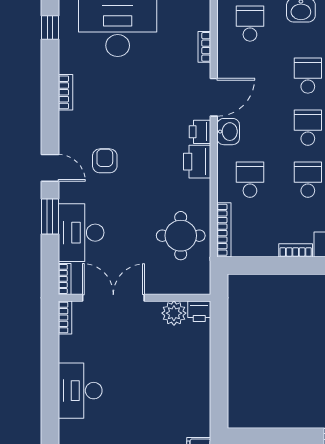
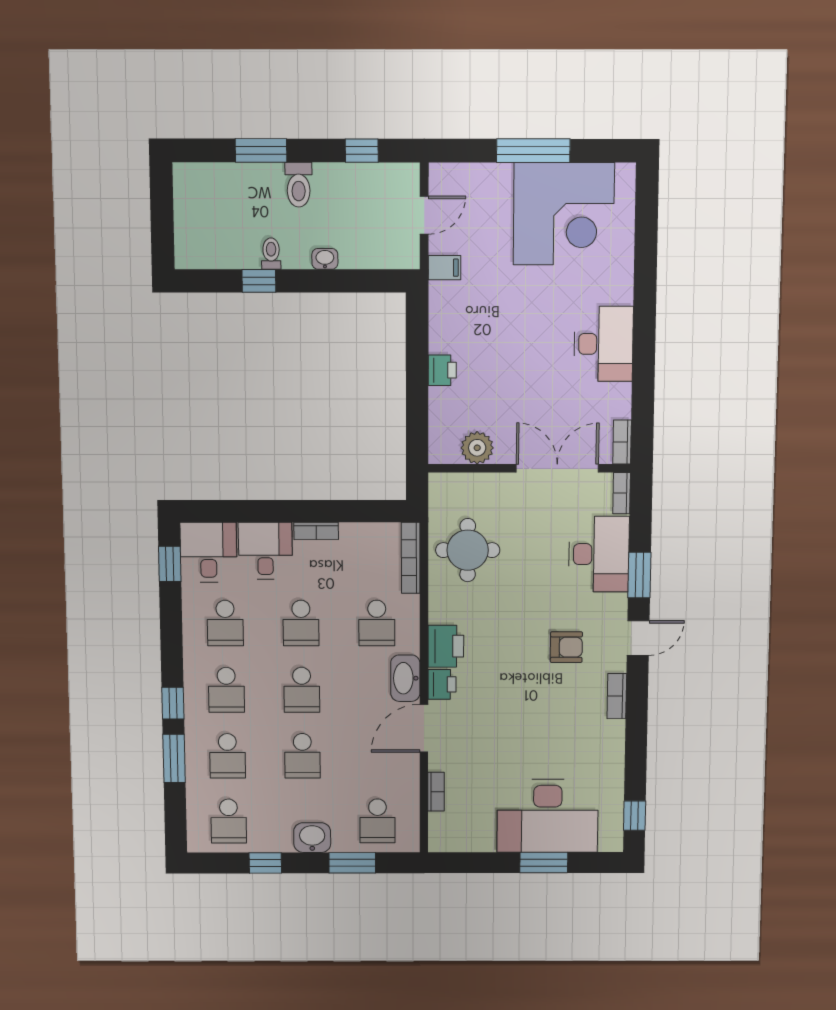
bookcase: (65, 92) -> (617, 696), moved
washbasin: (228, 132) -> (405, 678), width x1.38
armchair: (105, 161) -> (566, 647), turned -90
door: (50, 168) -> (638, 638), swing flipped
double door: (113, 298) -> (557, 468), swing flipped
printer: (199, 311) -> (442, 370), moved, turned 90

